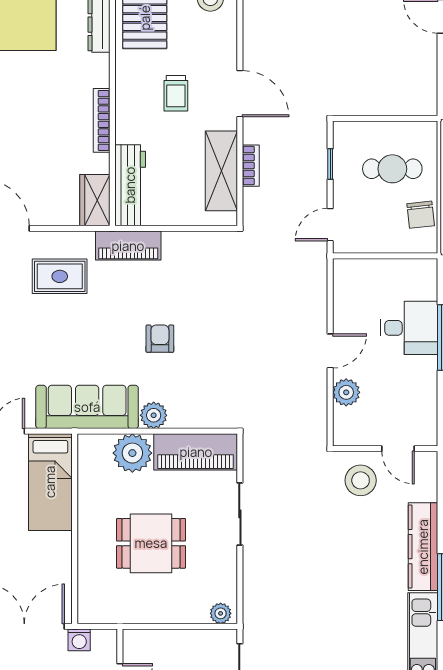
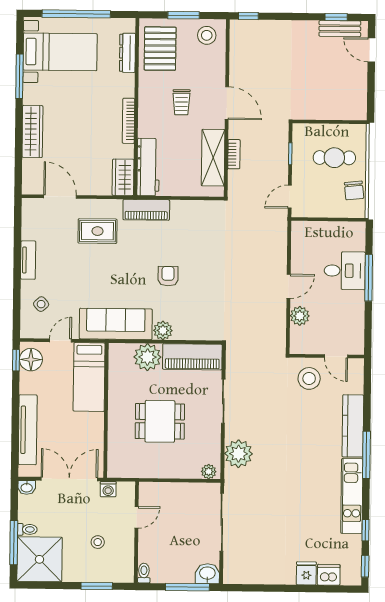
plant: (262, 588) -> (239, 454), added

